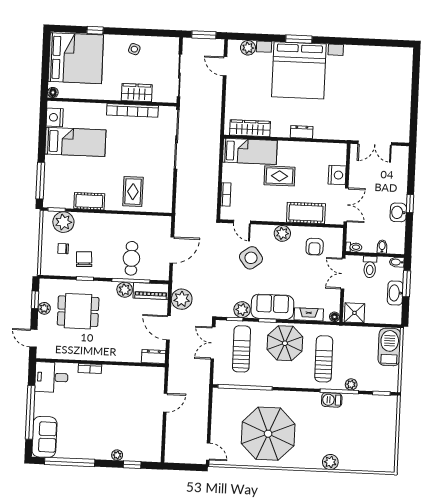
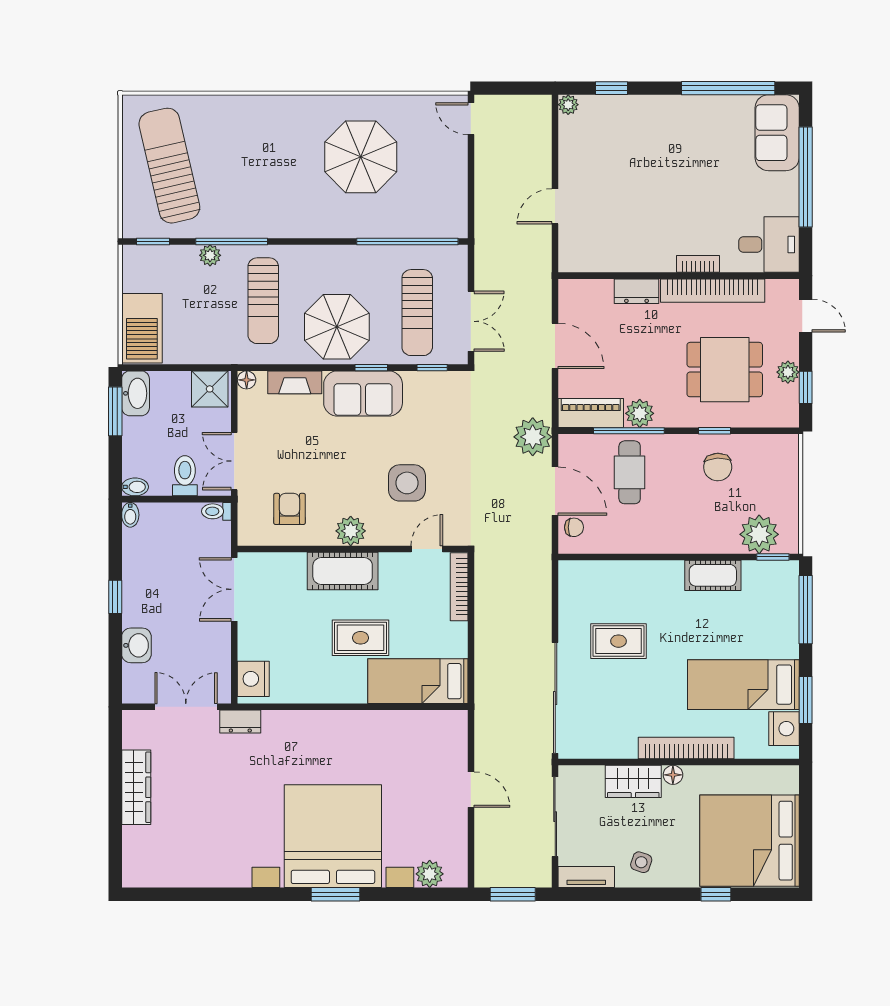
tv unit: (164, 42) -> (586, 877), added
door: (225, 66) -> (471, 790), moved
floor lamp: (53, 92) -> (673, 775), moved
bookcase: (132, 110) -> (686, 748), moved
wardrobe: (250, 128) -> (136, 787), moved, turned -90
window: (42, 132) -> (806, 700), added
dresser: (302, 132) -> (240, 721), moved
nightstand: (337, 175) -> (253, 679), moved
rug: (133, 192) -> (618, 641), moved, turned 90
bookcase: (226, 194) -> (459, 587), width x1.56
washbasin: (398, 212) -> (136, 645), moved
cot: (306, 213) -> (343, 571), moved
door: (242, 222) -> (427, 549), hinge flipped
bidet: (382, 246) -> (130, 515), moved
chair: (63, 249) -> (574, 527), moved
door: (172, 250) -> (555, 491), swing flipped
side table: (251, 258) -> (407, 483), turned 37
double door: (343, 274) -> (234, 461), swing flipped
window: (407, 284) -> (115, 411), moved
washbasin: (395, 293) -> (136, 393), moved
plant: (182, 299) -> (533, 437), moved
plant: (242, 310) -> (419, 386), removed
bookcase: (83, 354) -> (713, 291), added
dresser: (154, 357) -> (637, 291), moved
barbecue: (332, 400) -> (245, 225), removed
parasol: (268, 434) -> (361, 157), width x0.73, depth x0.73
sun lounger: (371, 434) -> (169, 166), added
plant: (117, 455) -> (568, 105), moved
plant: (330, 462) -> (243, 109), removed

